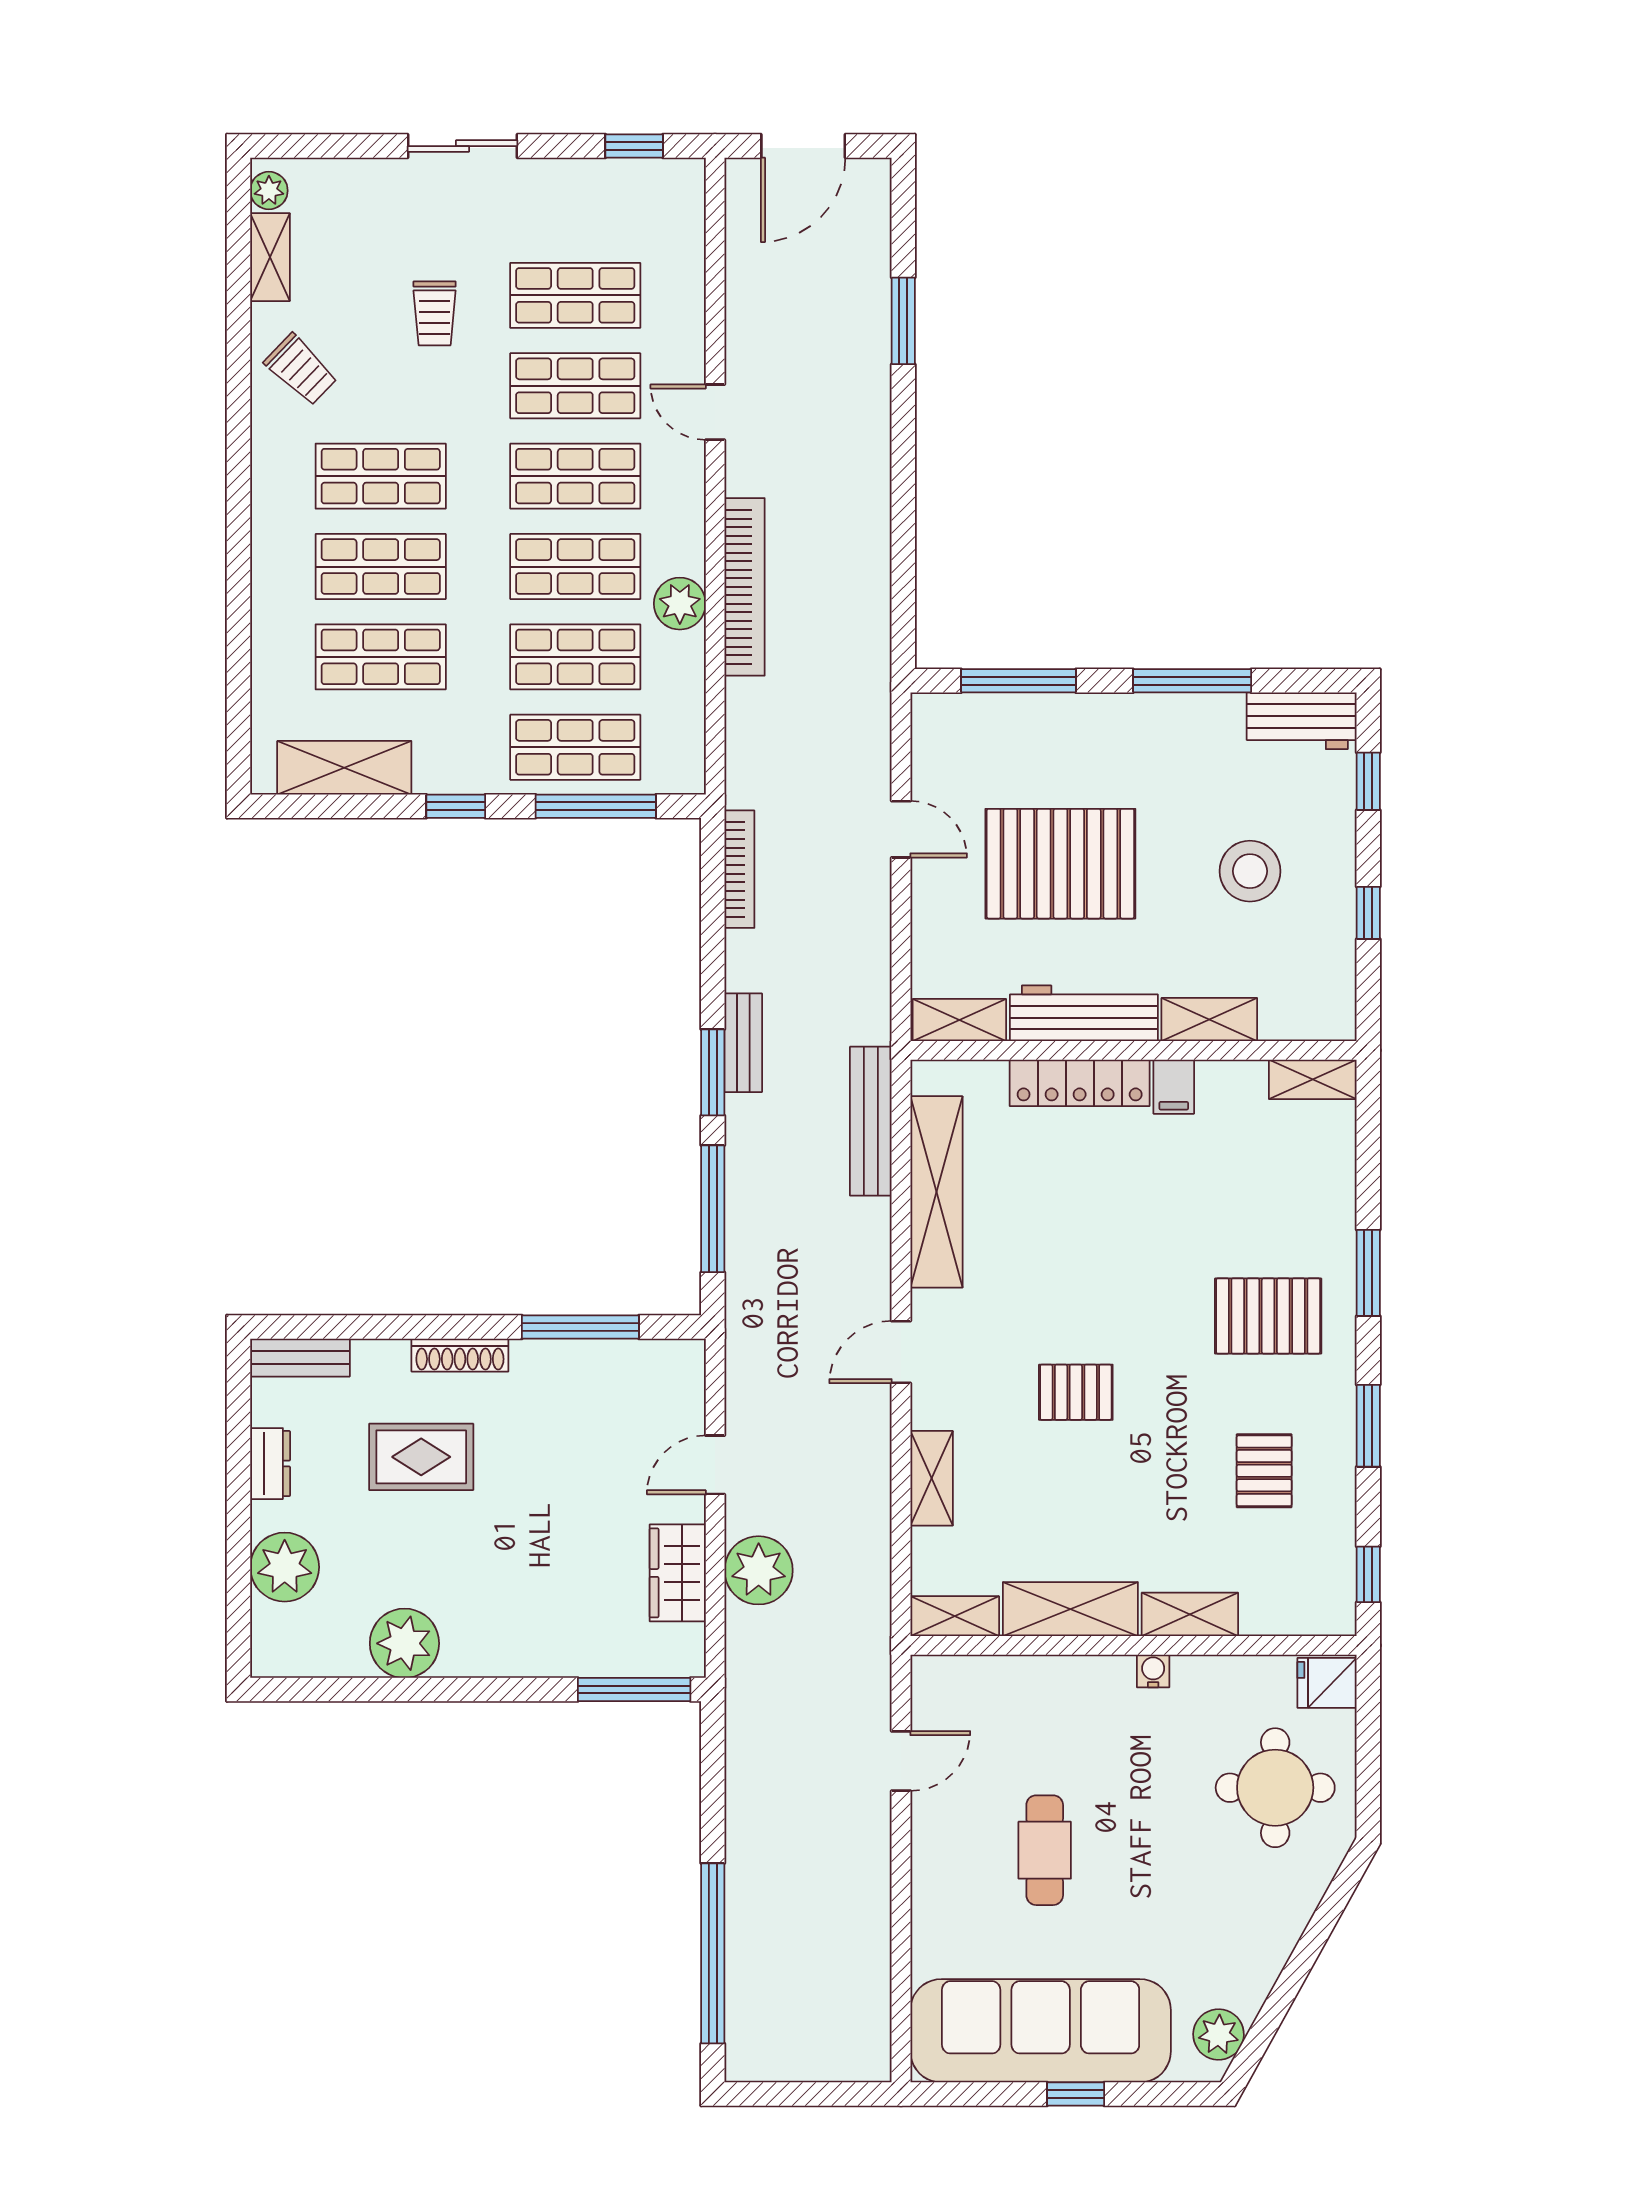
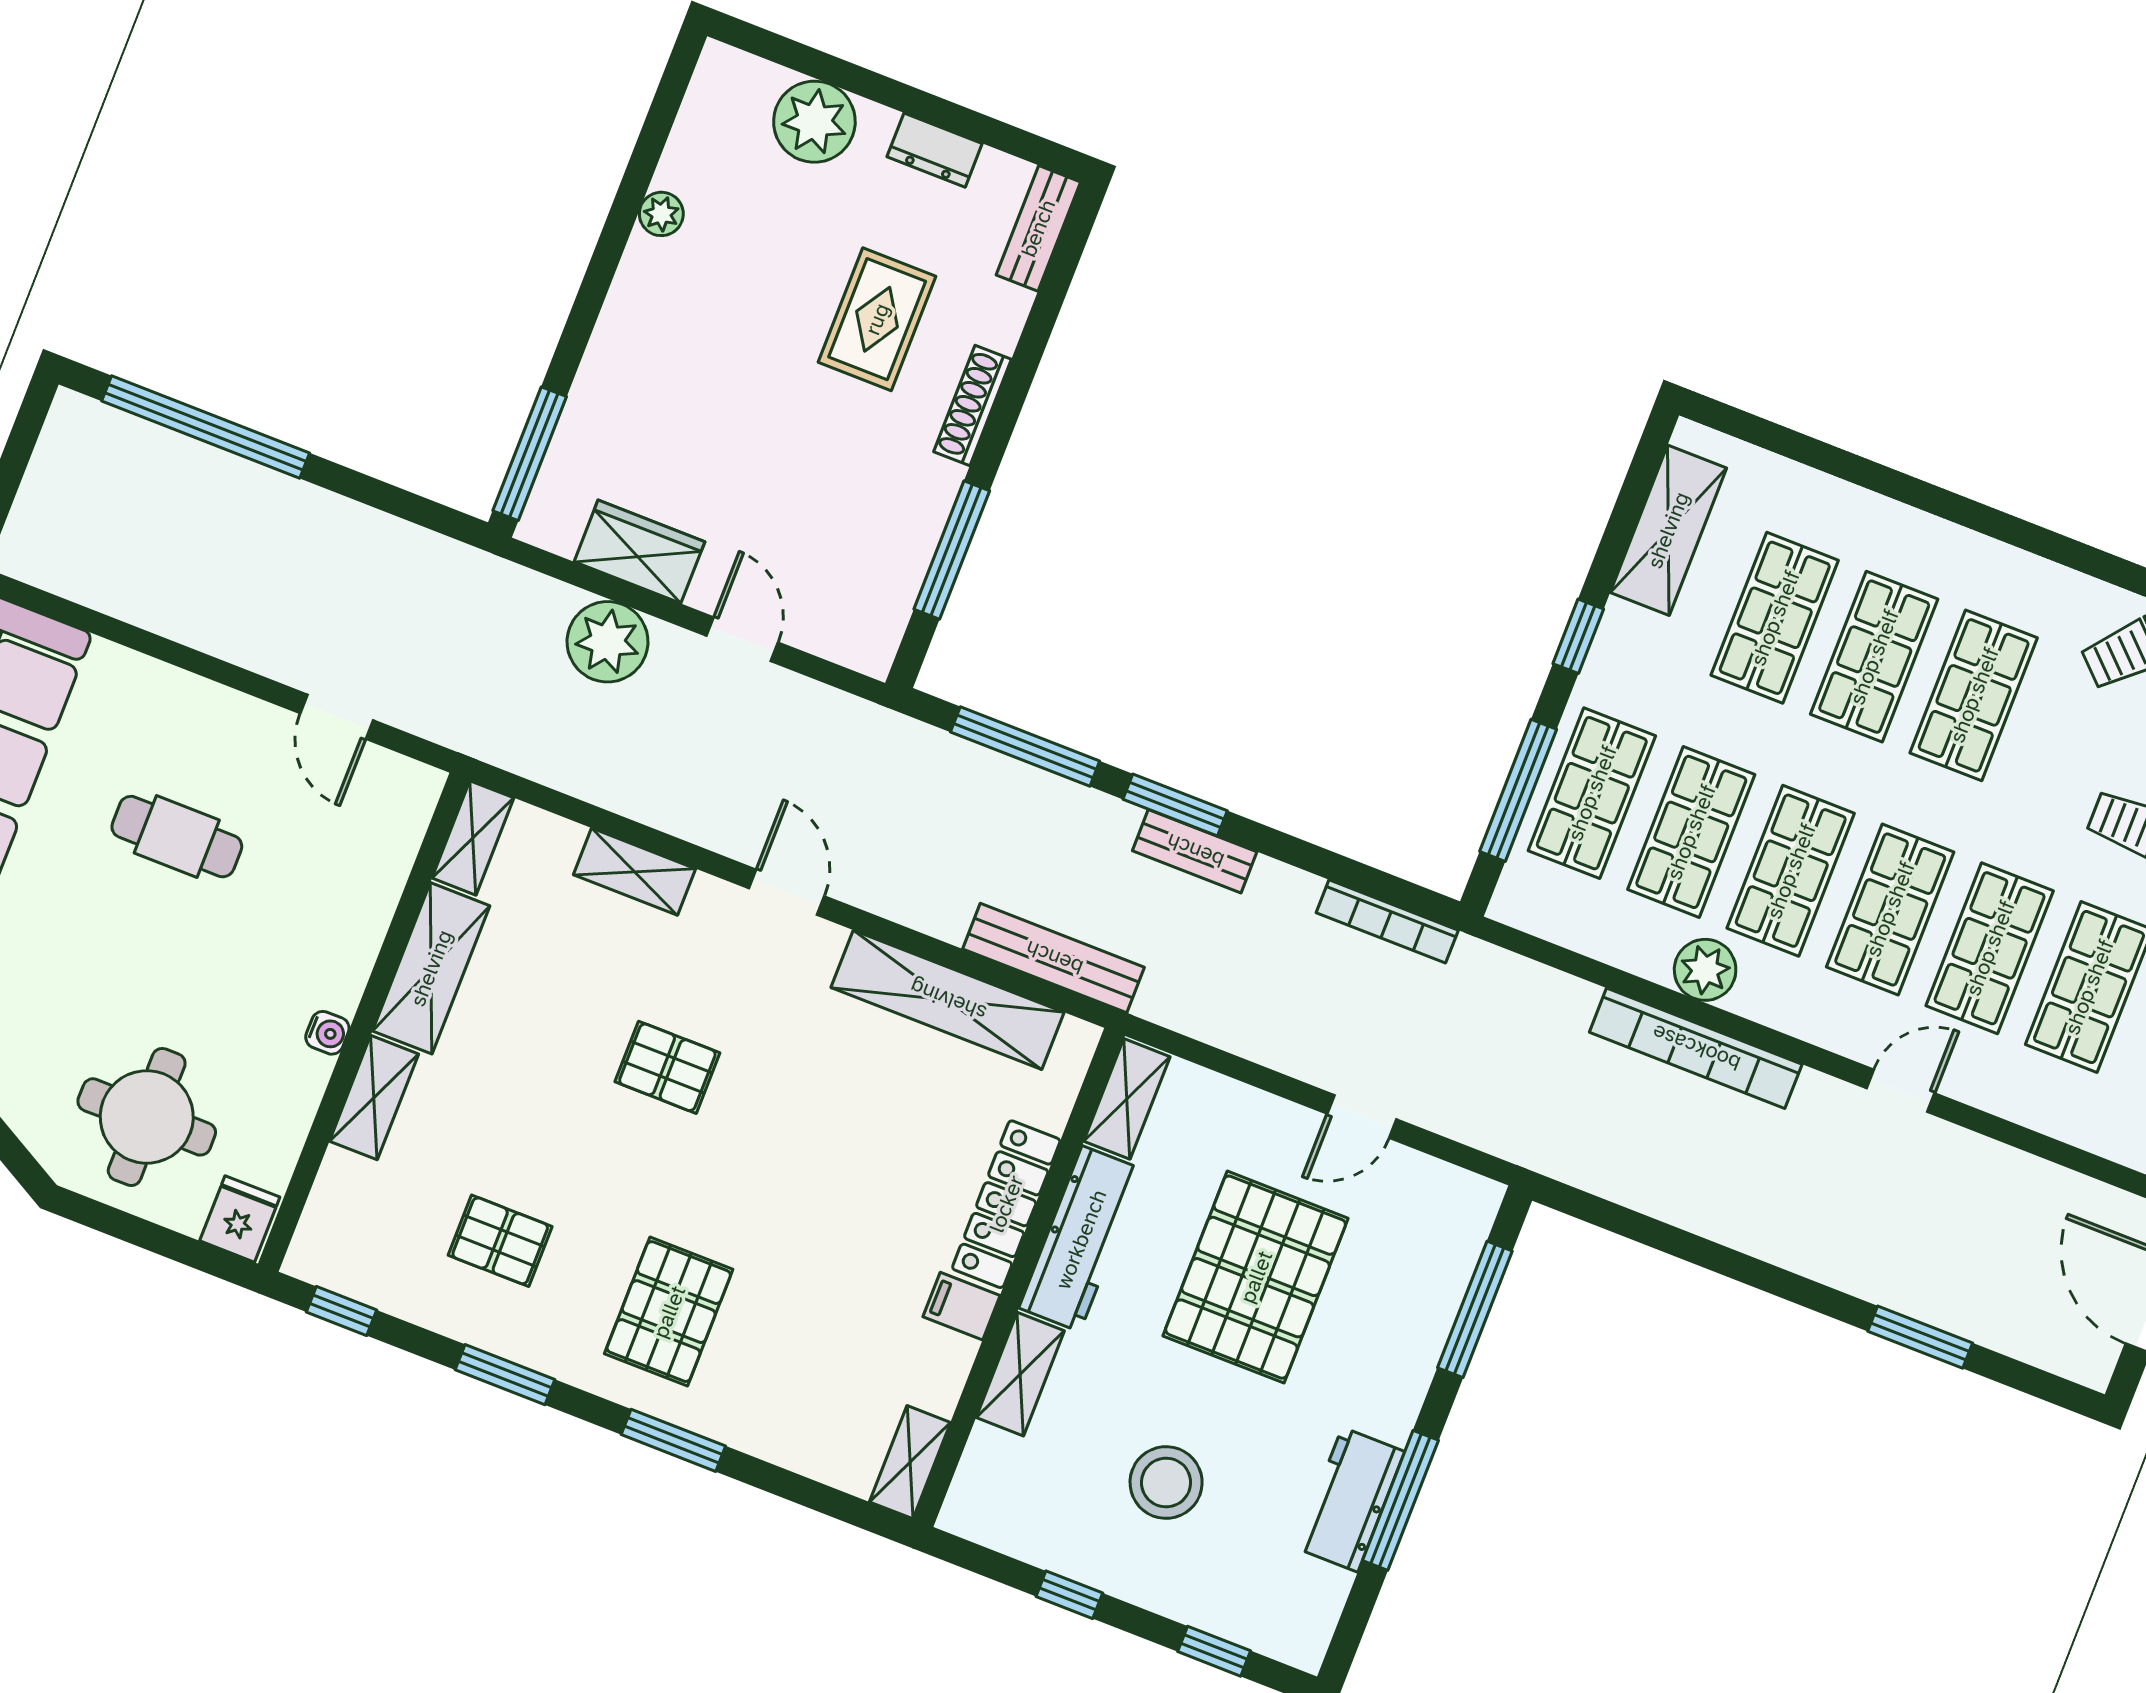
workbench: (1302, 721) -> (1350, 1500), moved
pallet: (1076, 1392) -> (667, 1067), turned 90
plant: (404, 1643) -> (661, 214), width x0.53, depth x0.53

